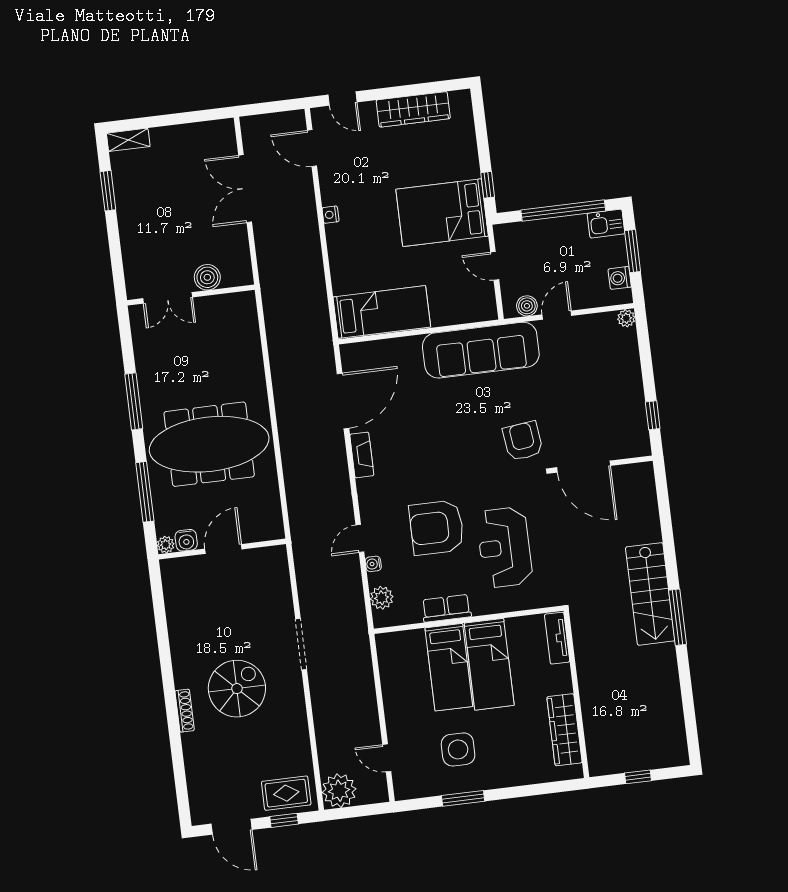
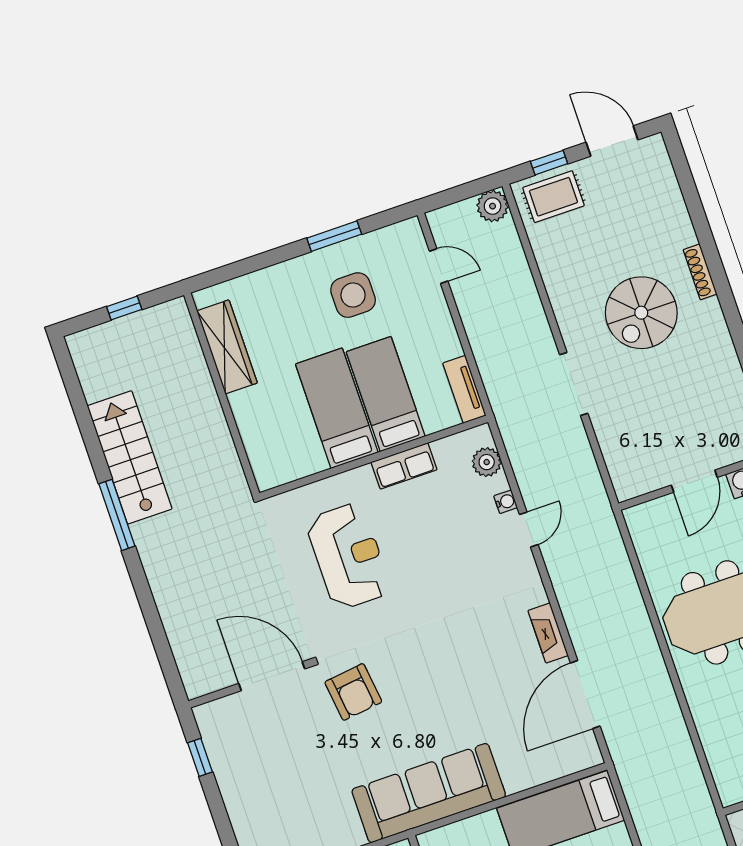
armchair: (437, 527) -> (437, 563), removed
stairs: (650, 594) -> (130, 457), moved
tv unit: (557, 638) -> (464, 389), moved, turned 180
plant: (339, 791) -> (493, 206), width x0.73, depth x0.73

